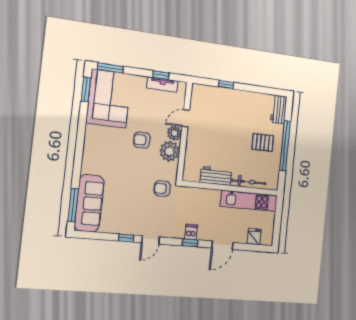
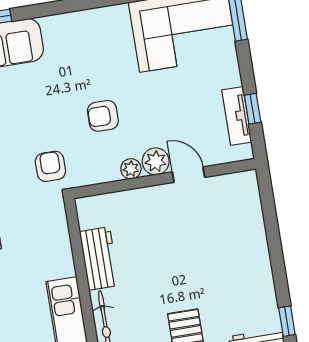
window: (226, 85) -> (287, 321), moved
armchair: (142, 140) -> (103, 116), moved, turned -90
plant: (170, 151) -> (131, 169), width x0.53, depth x0.53

